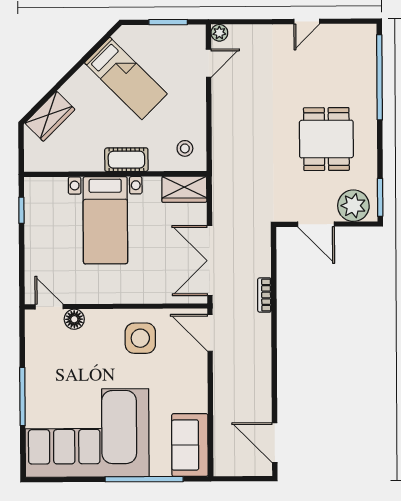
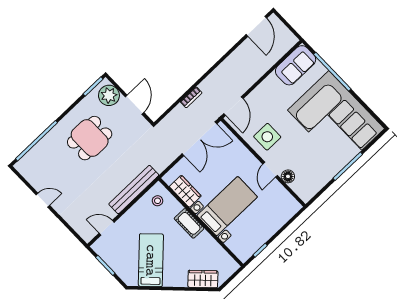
plant: (219, 33) -> (87, 236), removed
bench: (222, 134) -> (134, 190), added
wardrobe: (184, 189) -> (185, 191), moved
door: (49, 307) -> (270, 170), moved

